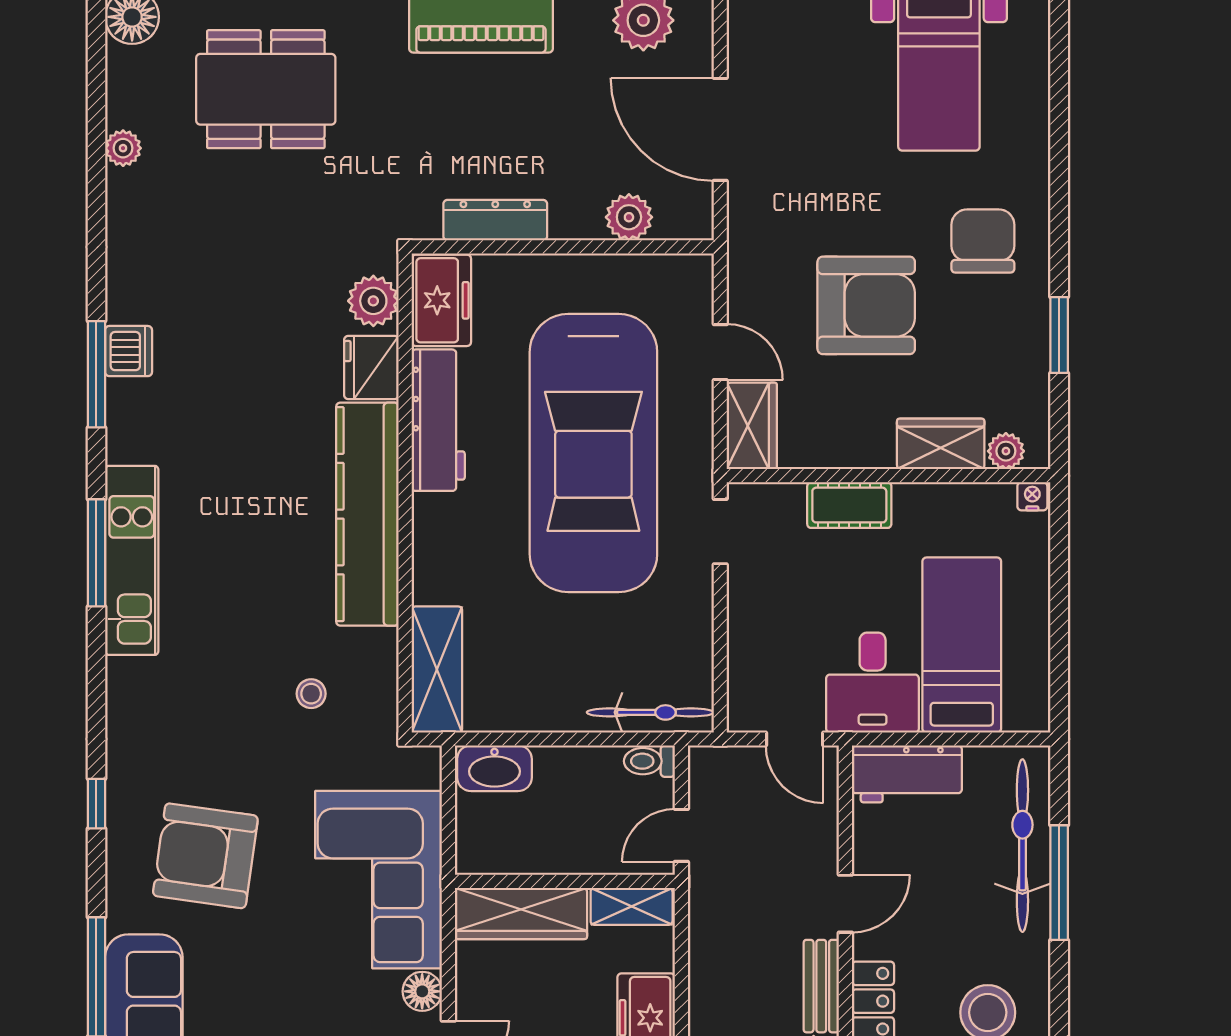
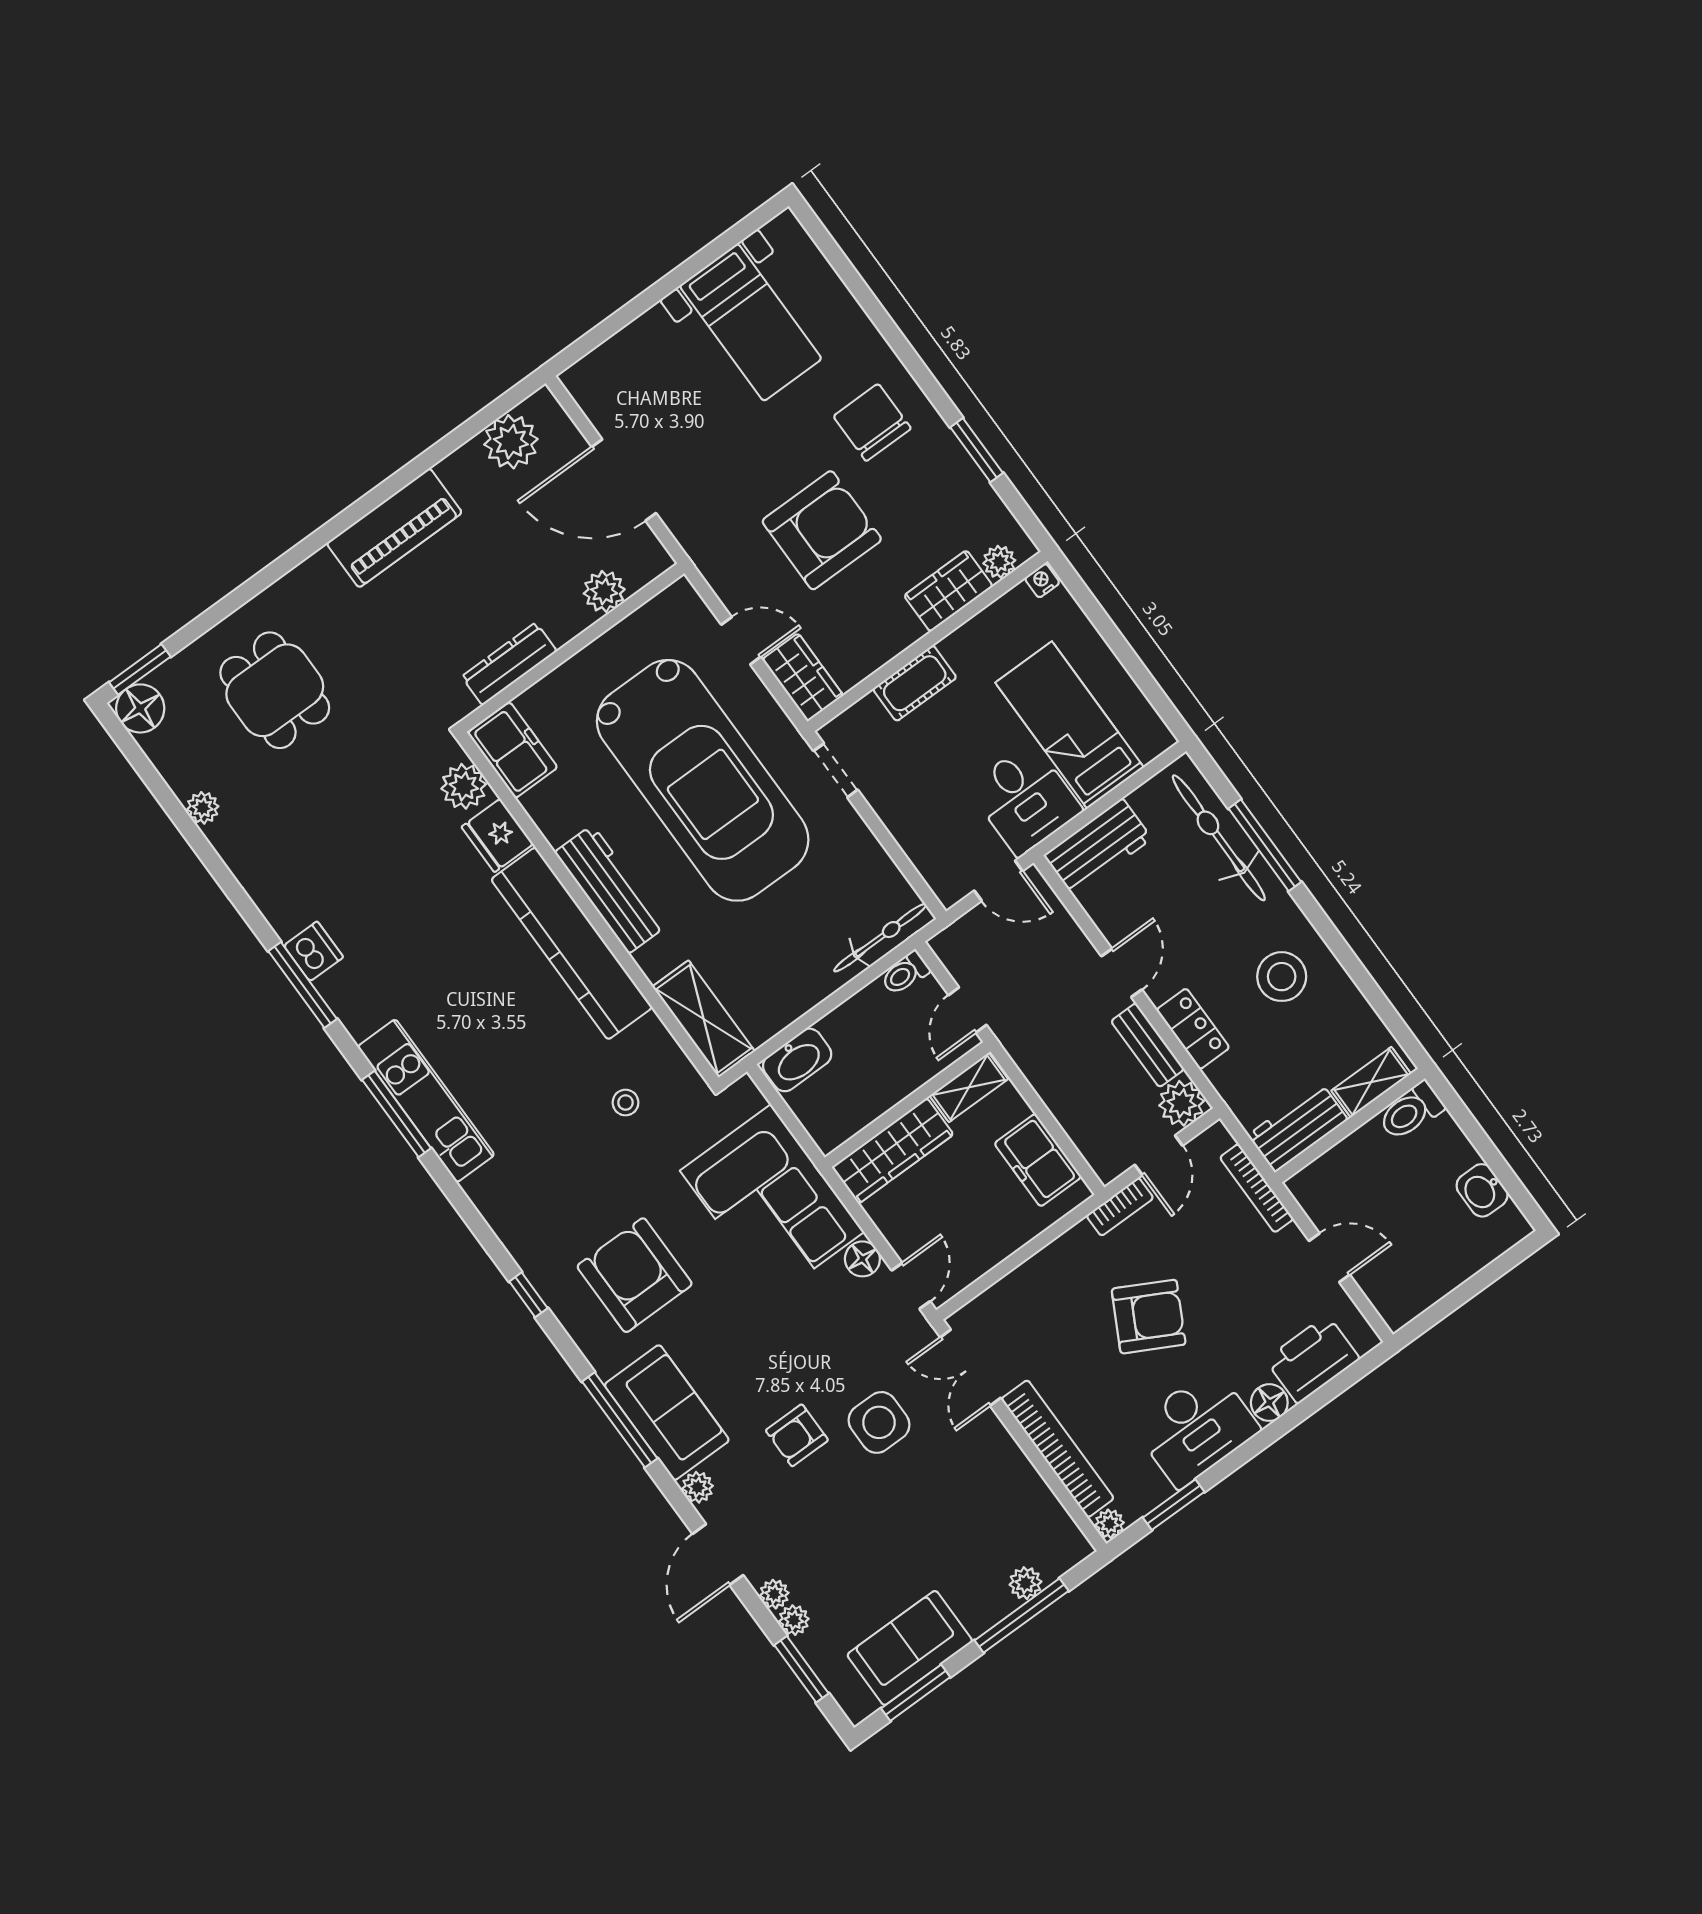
dining table: (266, 89) -> (275, 690), width x0.73
workbench: (438, 420) -> (610, 889), moved
armchair: (205, 856) -> (635, 1275), turned 82

